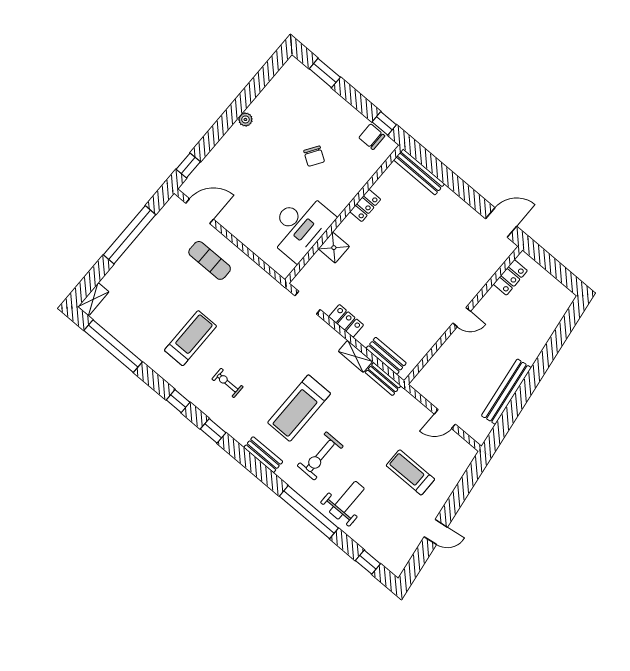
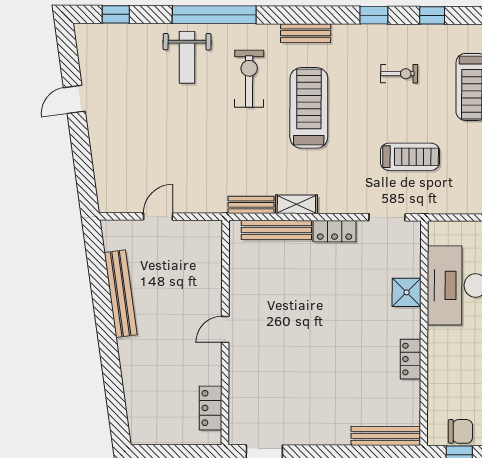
bench: (386, 356) -> (276, 230), width x1.36
treadmill: (410, 472) -> (410, 157), moved

